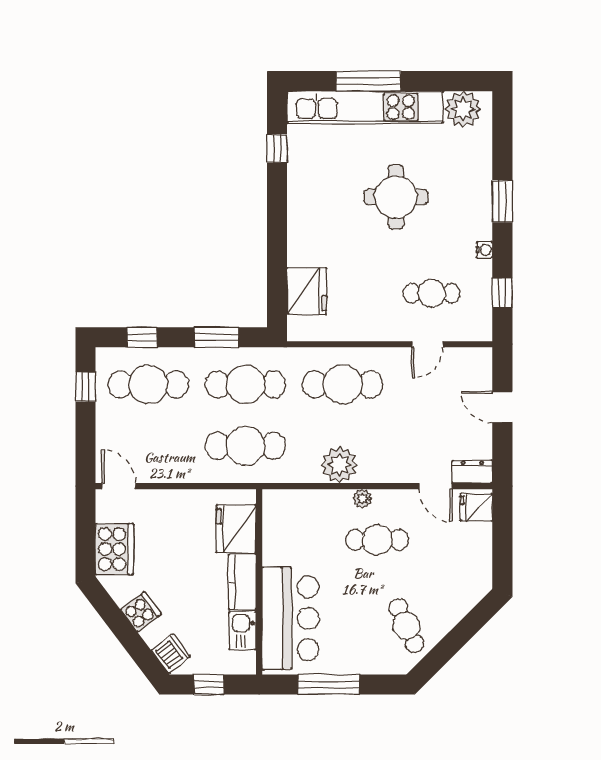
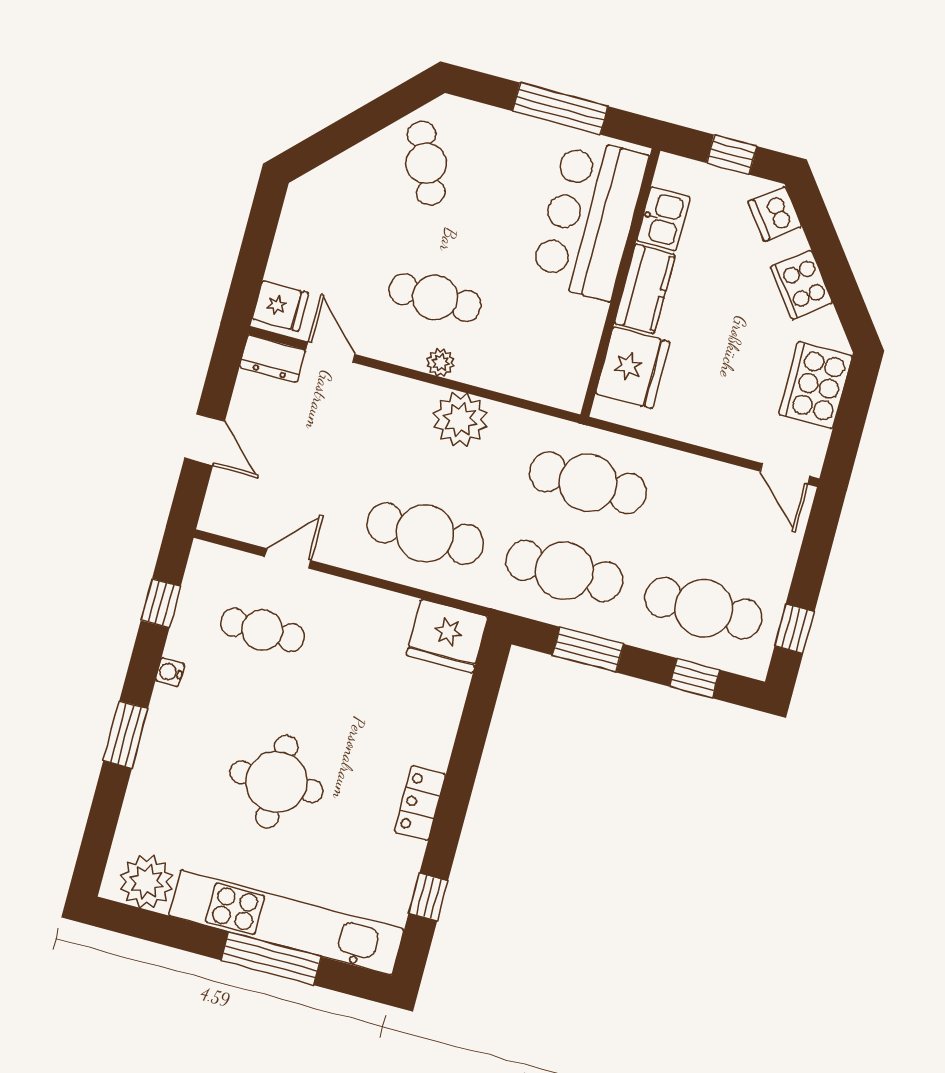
locker: (299, 208) -> (420, 803), added
fridge: (307, 291) -> (447, 636), moved, turned -90
cooker: (141, 612) -> (802, 285), width x1.36

